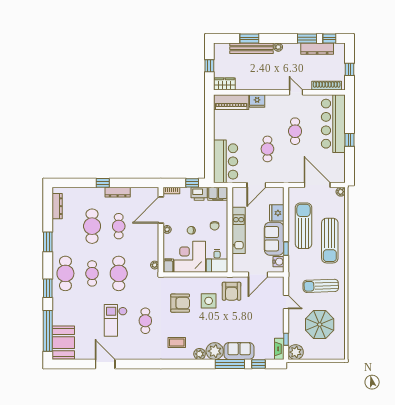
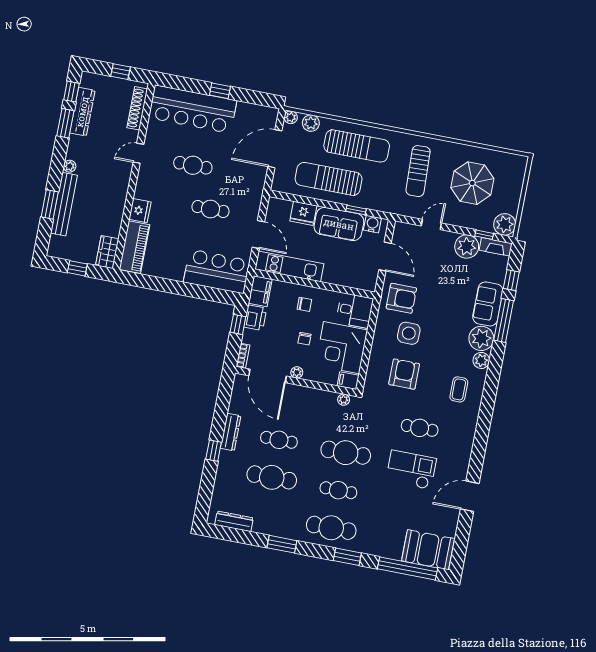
plant: (339, 206) -> (311, 123), added
kitchen unit: (239, 230) -> (289, 266), moved
checkout: (116, 320) -> (411, 470), turned 180
plant: (276, 329) -> (467, 246), added

